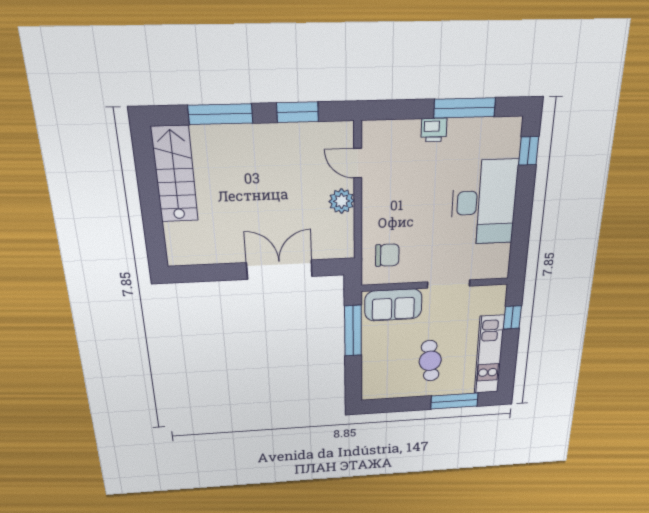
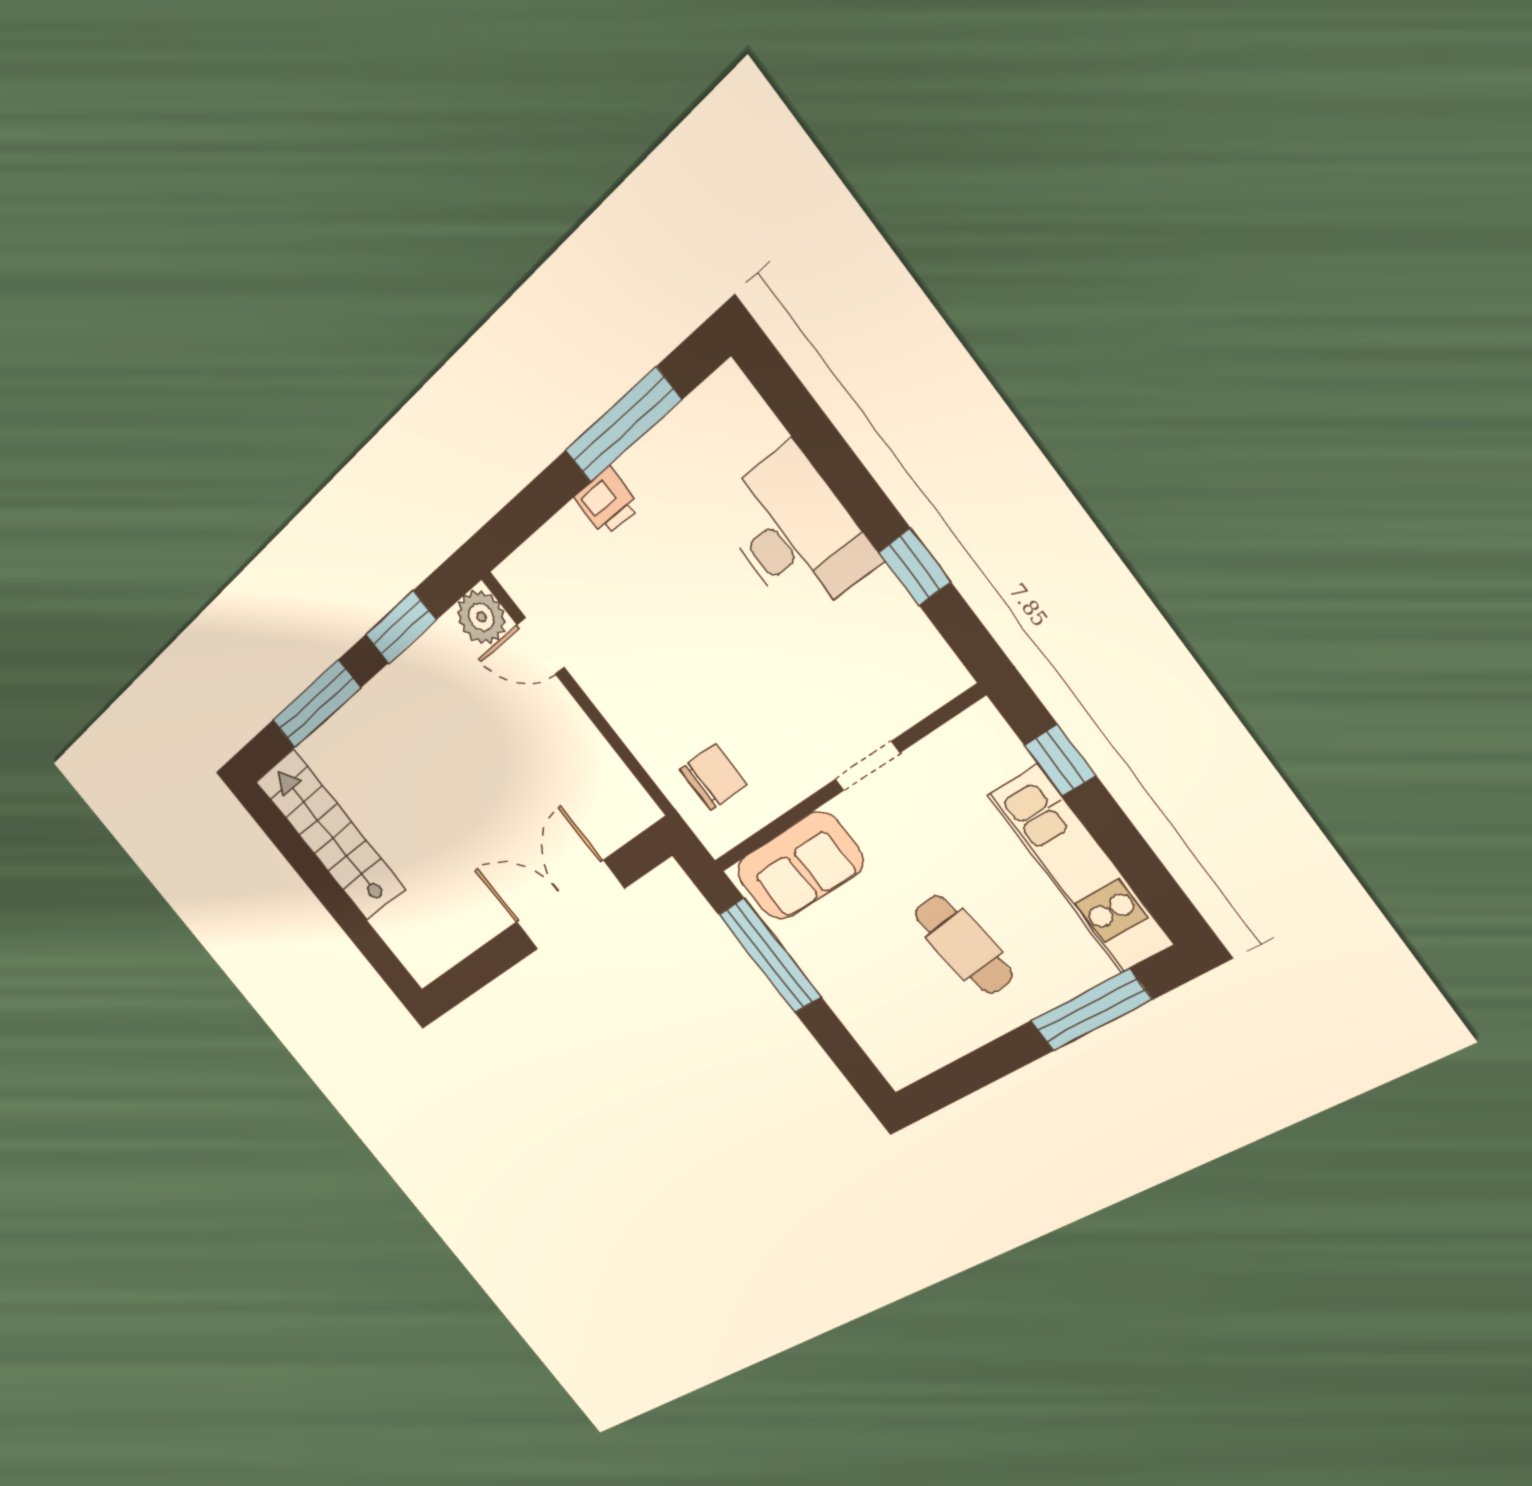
window: (529, 151) -> (915, 567), moved
plant: (342, 201) -> (481, 617), moved
desk: (484, 203) -> (795, 534), width x0.73, depth x0.77
doorway: (449, 284) -> (867, 766), width x0.73

